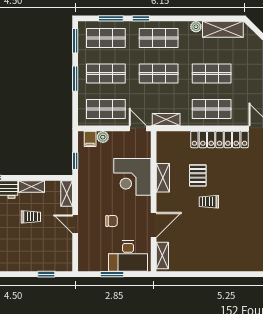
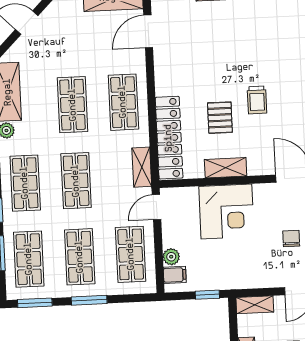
locker: (220, 139) -> (169, 138), moved
pallet: (198, 175) -> (220, 118), turned 90

